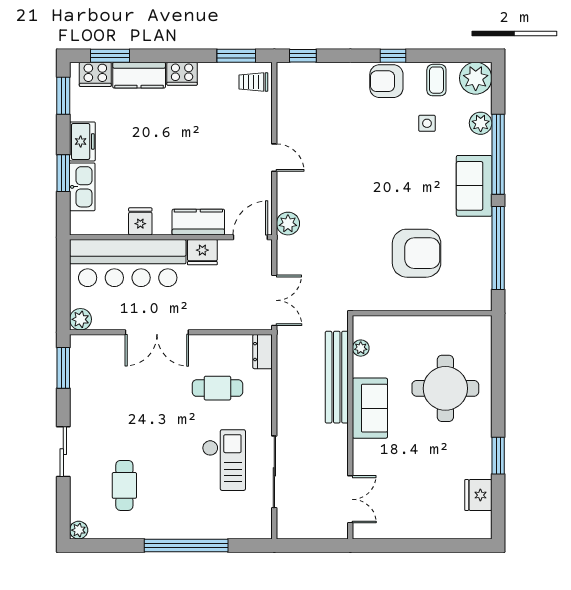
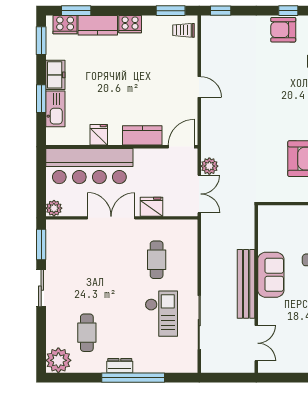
plant: (288, 224) -> (209, 166), moved
fridge: (202, 252) -> (151, 207), moved, turned 180
double door: (157, 332) -> (111, 218), swing flipped
plant: (361, 348) -> (264, 230), removed
dresser: (263, 352) -> (120, 366), moved, turned 90
bench: (337, 377) -> (246, 284), moved
cafe table: (217, 388) -> (157, 260), turned 90
sliding door: (63, 452) -> (41, 288), moved
plant: (79, 530) -> (58, 360), width x1.87, depth x1.87

